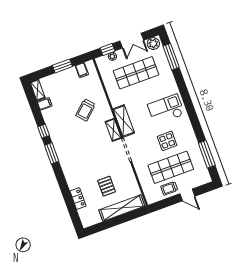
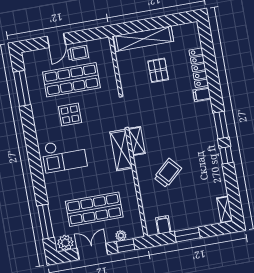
filing cabinet: (45, 104) -> (202, 95), moved
door: (187, 195) -> (56, 41), swing flipped
locker: (78, 198) -> (199, 68), width x1.53

